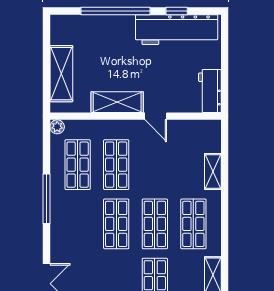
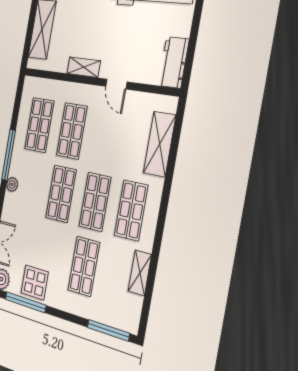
shelving: (117, 102) -> (84, 67), width x0.67, depth x0.75
plant: (57, 127) -> (12, 184), moved
shelving: (213, 171) -> (160, 144), width x1.50, depth x1.33

